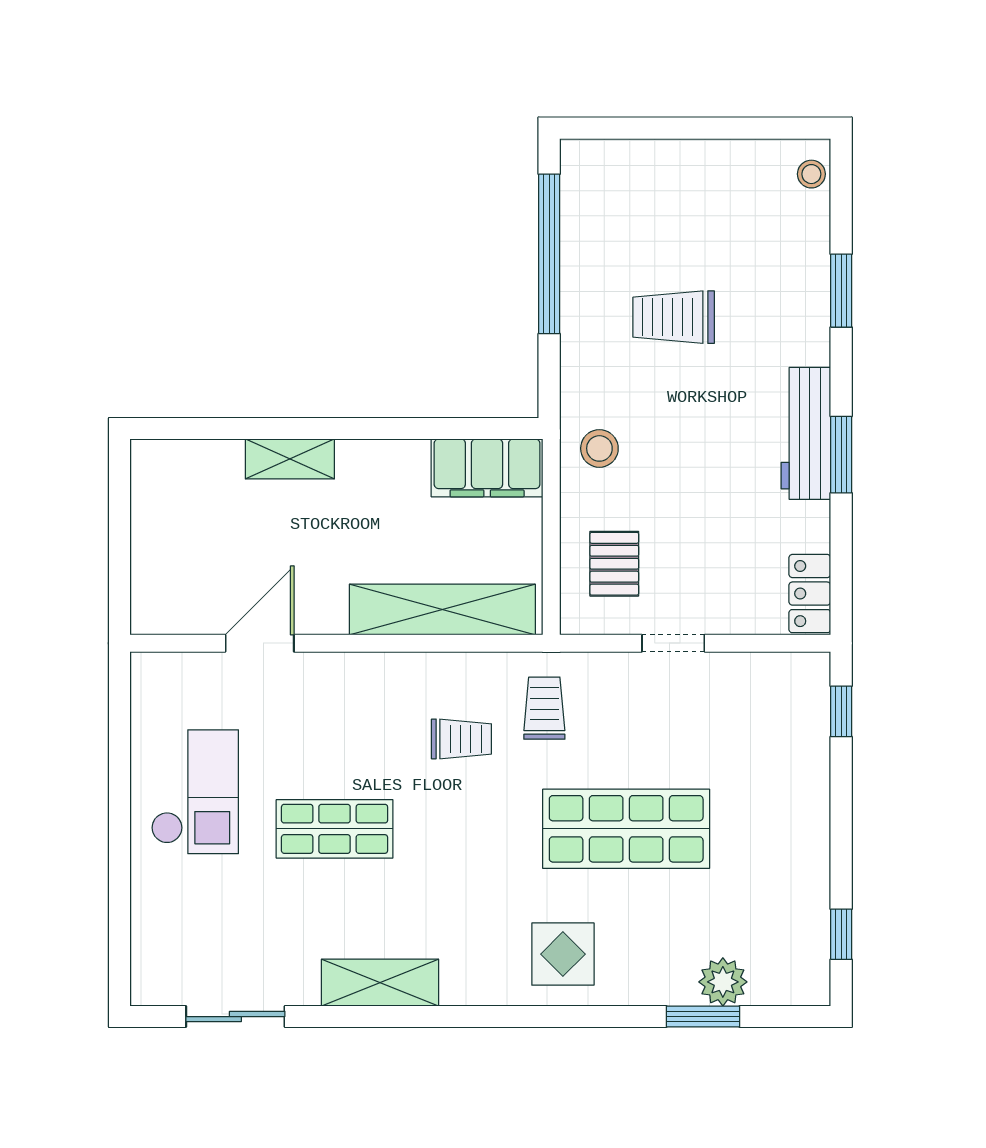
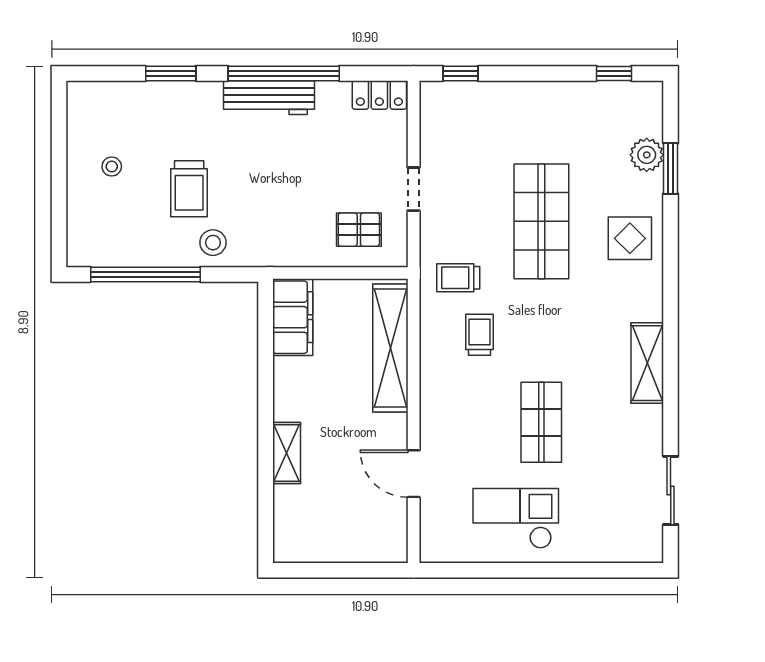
stool: (811, 174) -> (112, 167), moved
stool: (599, 448) -> (213, 243), moved
window: (841, 455) -> (284, 73), width x2.11
display table: (563, 954) -> (630, 238), moved
shelving: (380, 983) -> (647, 363), moved

